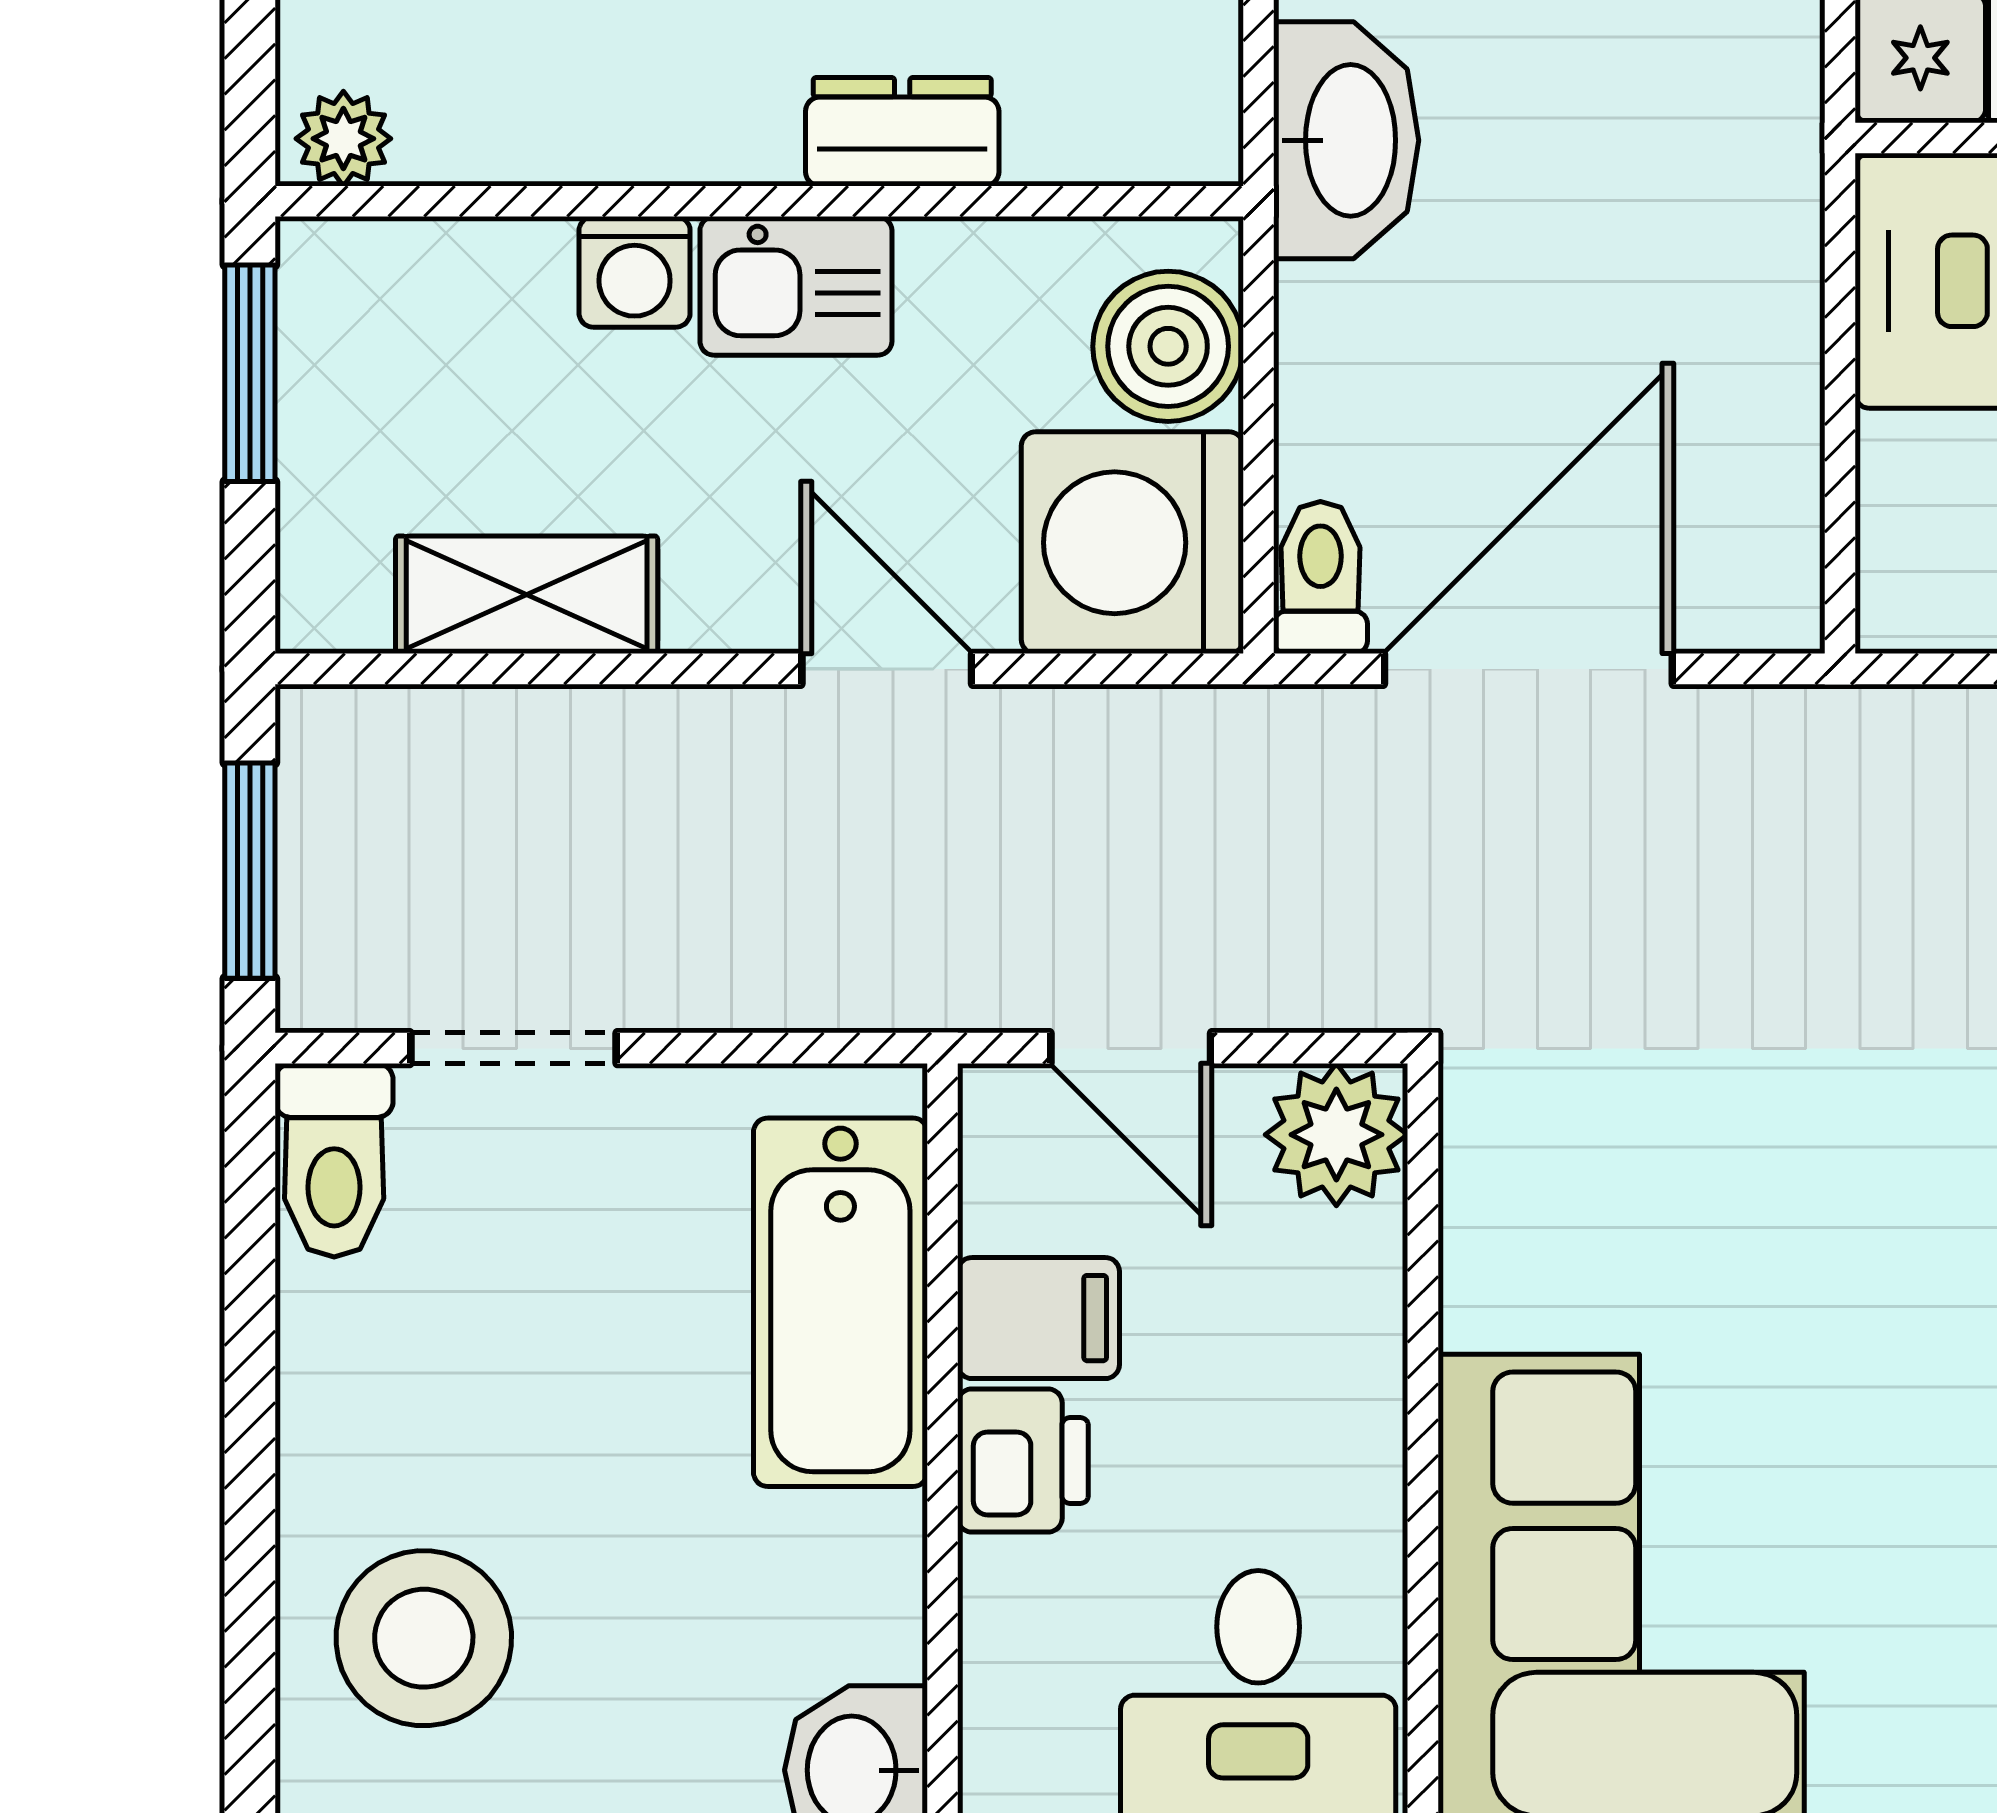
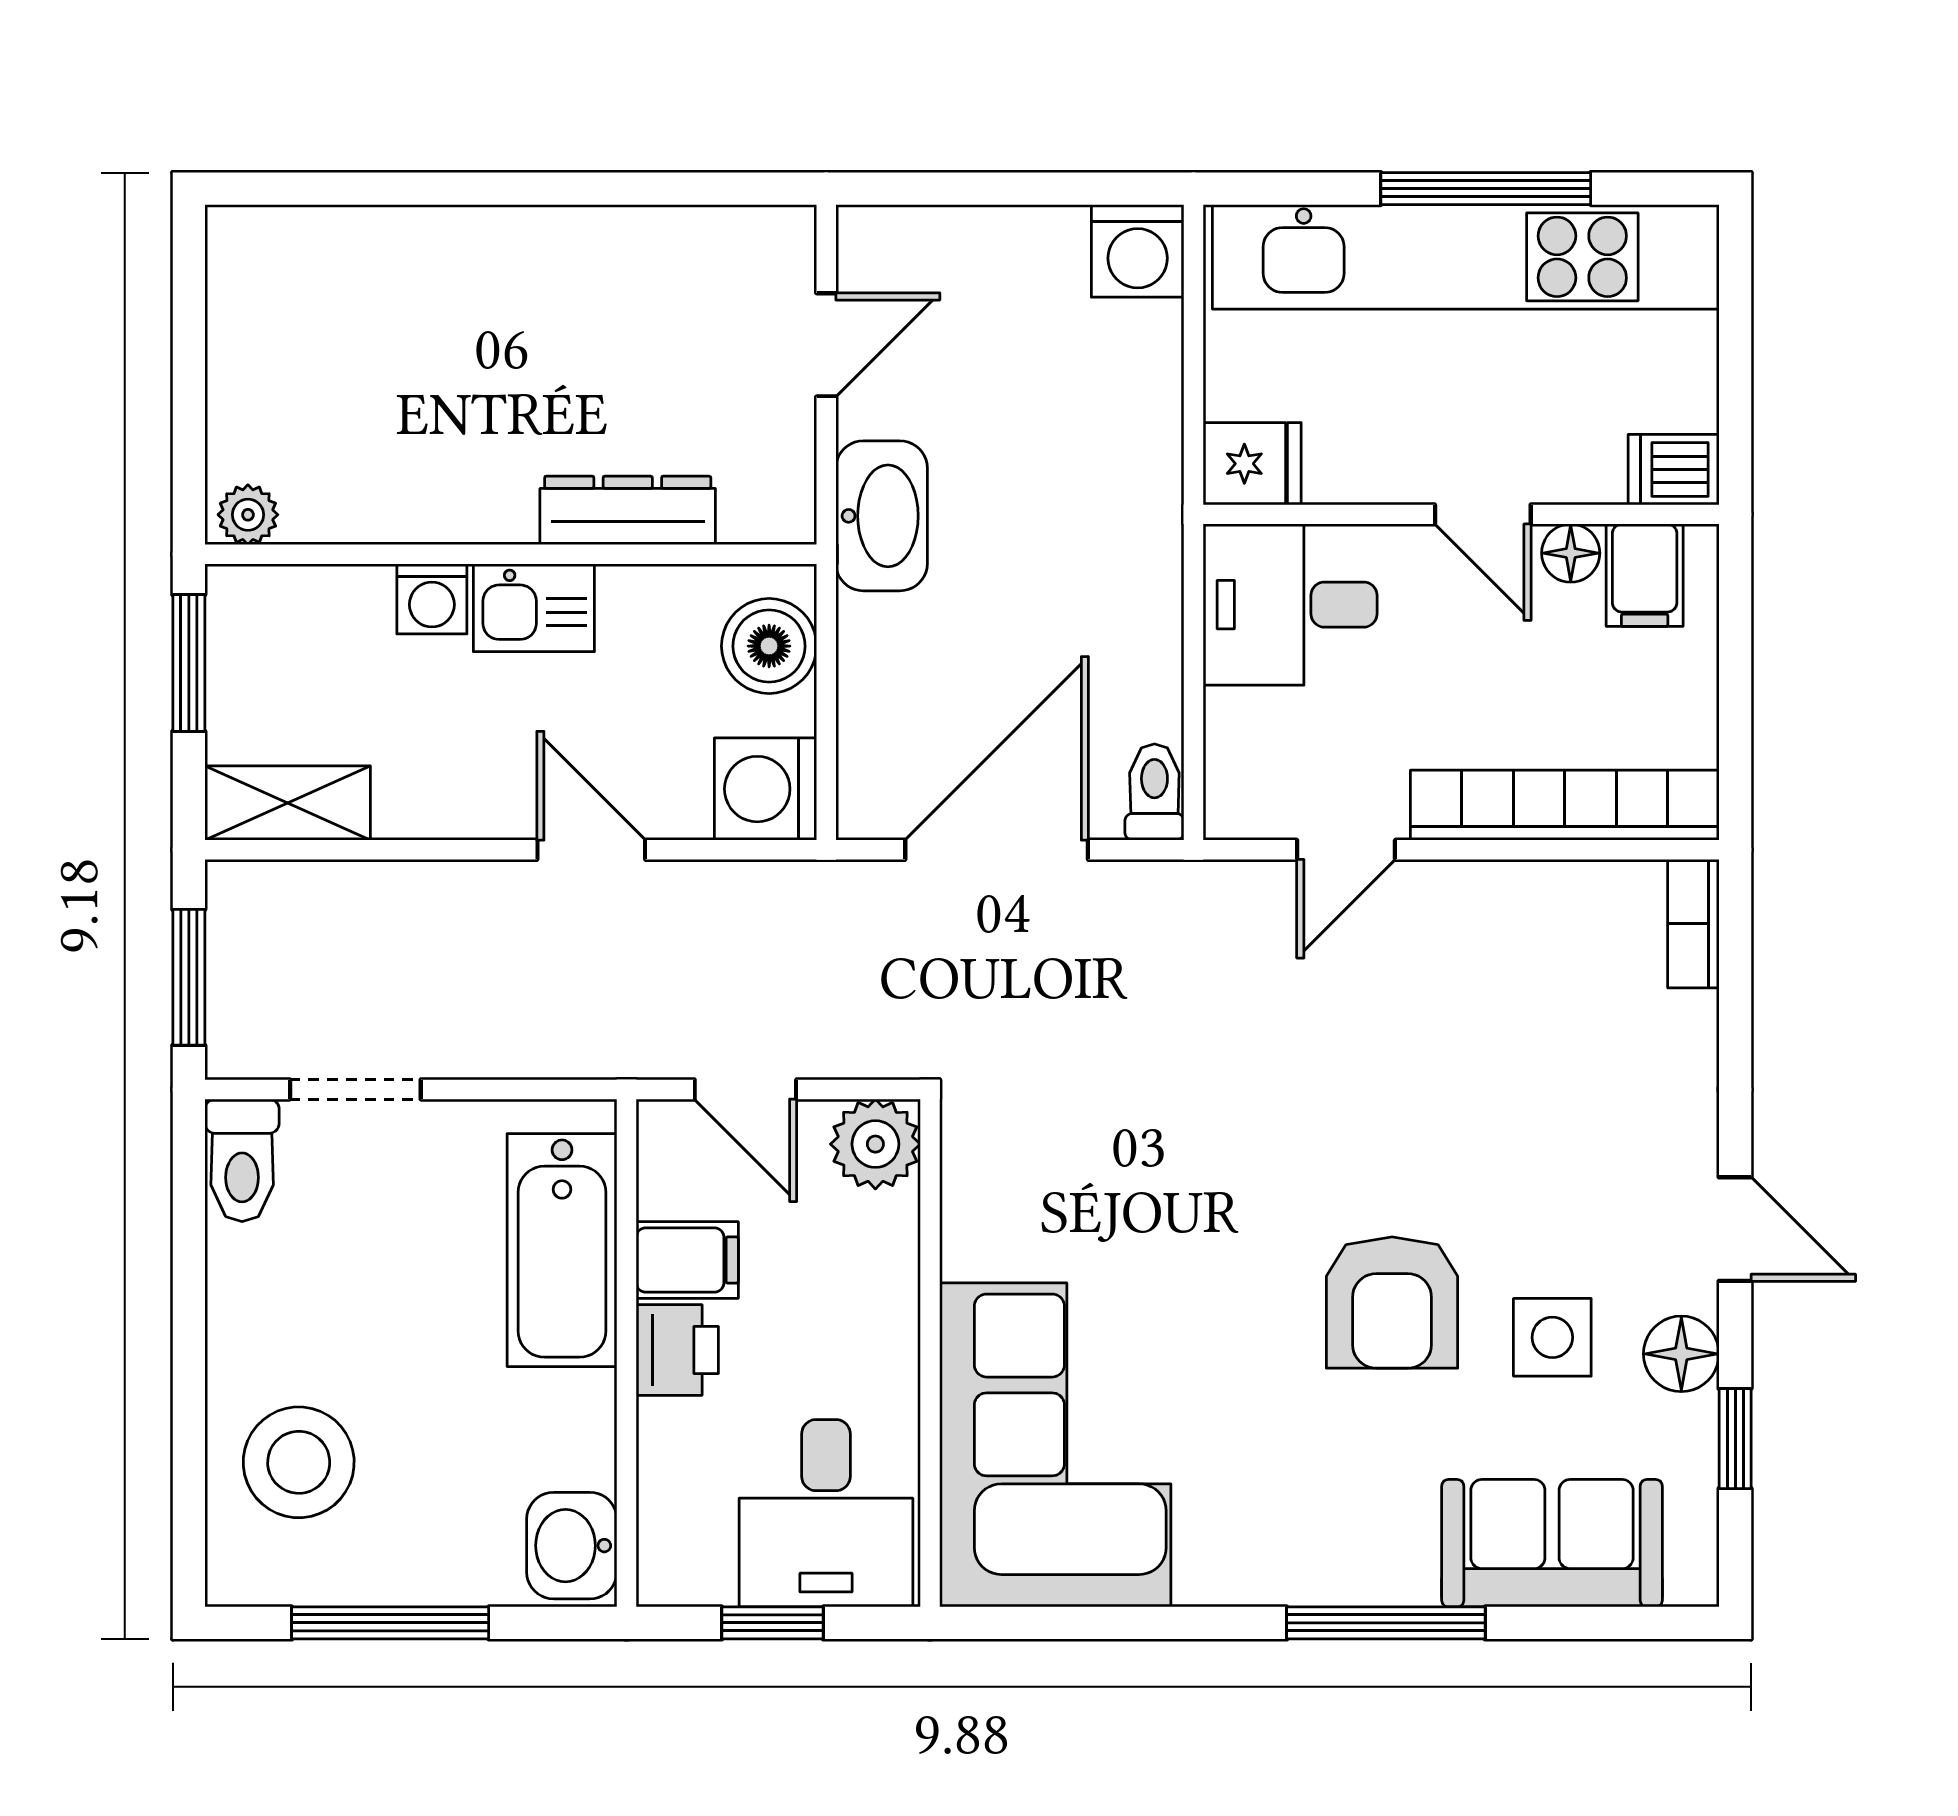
dresser: (902, 132) -> (628, 510), width x1.44
washing machine: (1132, 543) -> (765, 789), width x0.73, depth x0.73
toilet: (1320, 578) -> (1154, 792), moved
shelving: (527, 595) -> (288, 803), moved

